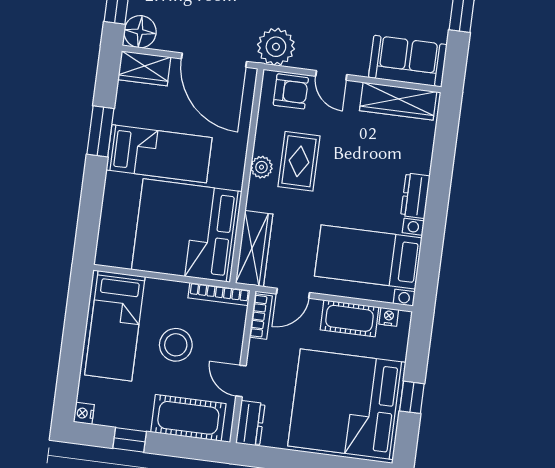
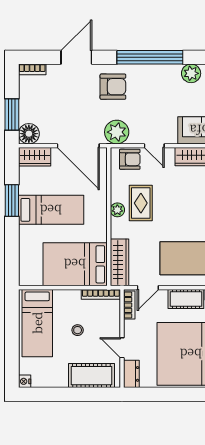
bed: (187, 231) -> (75, 264), width x0.73
stool: (176, 345) -> (78, 330), width x0.53, depth x0.53
window: (130, 440) -> (56, 394), removed

